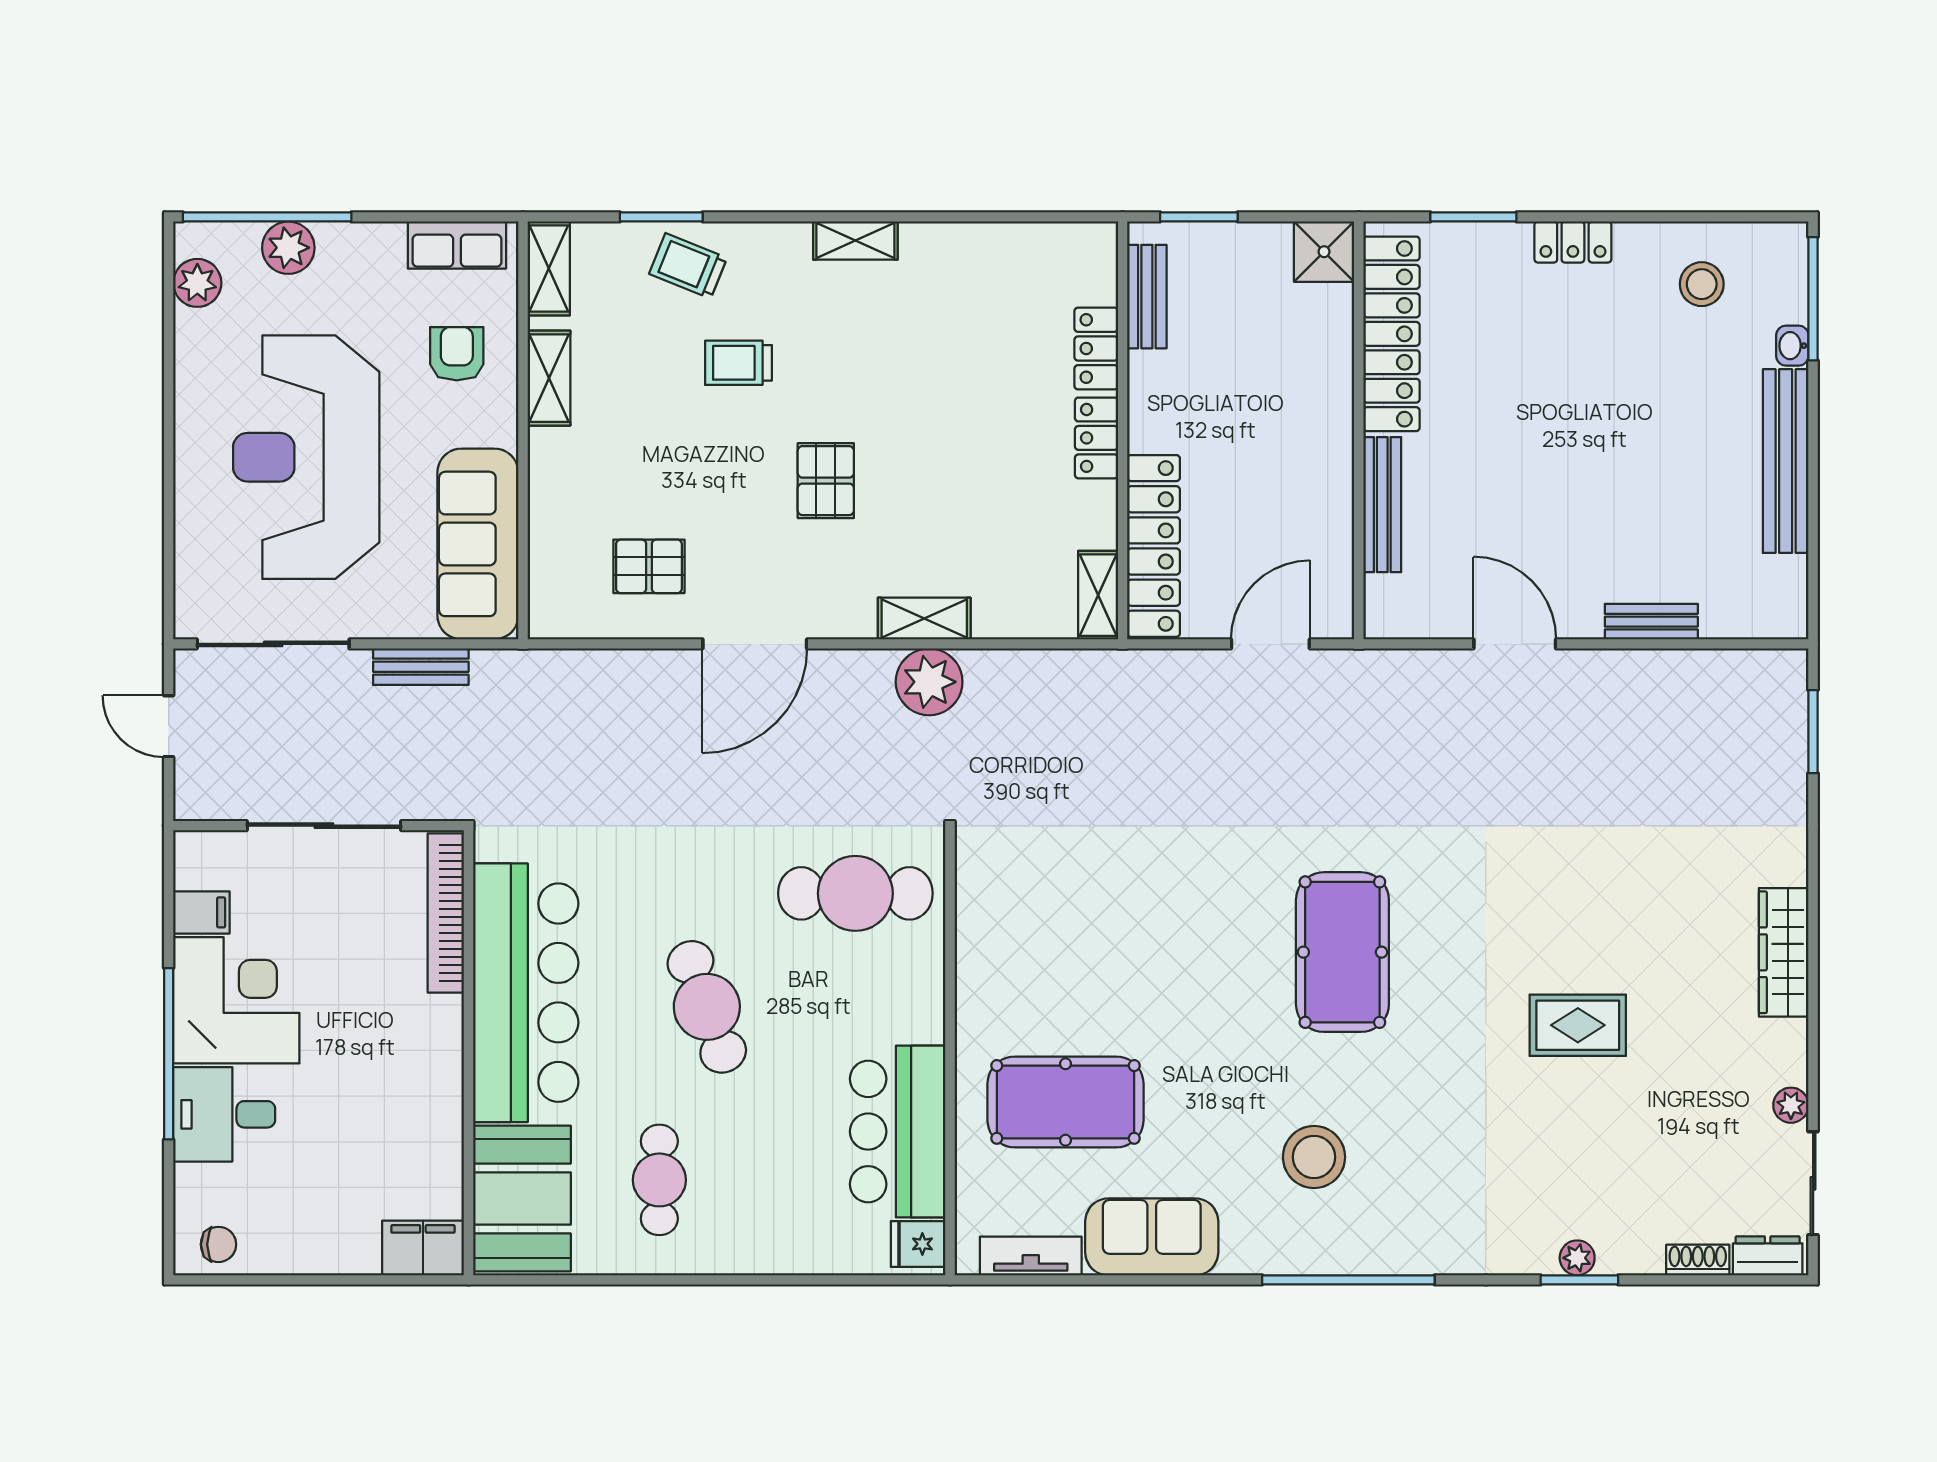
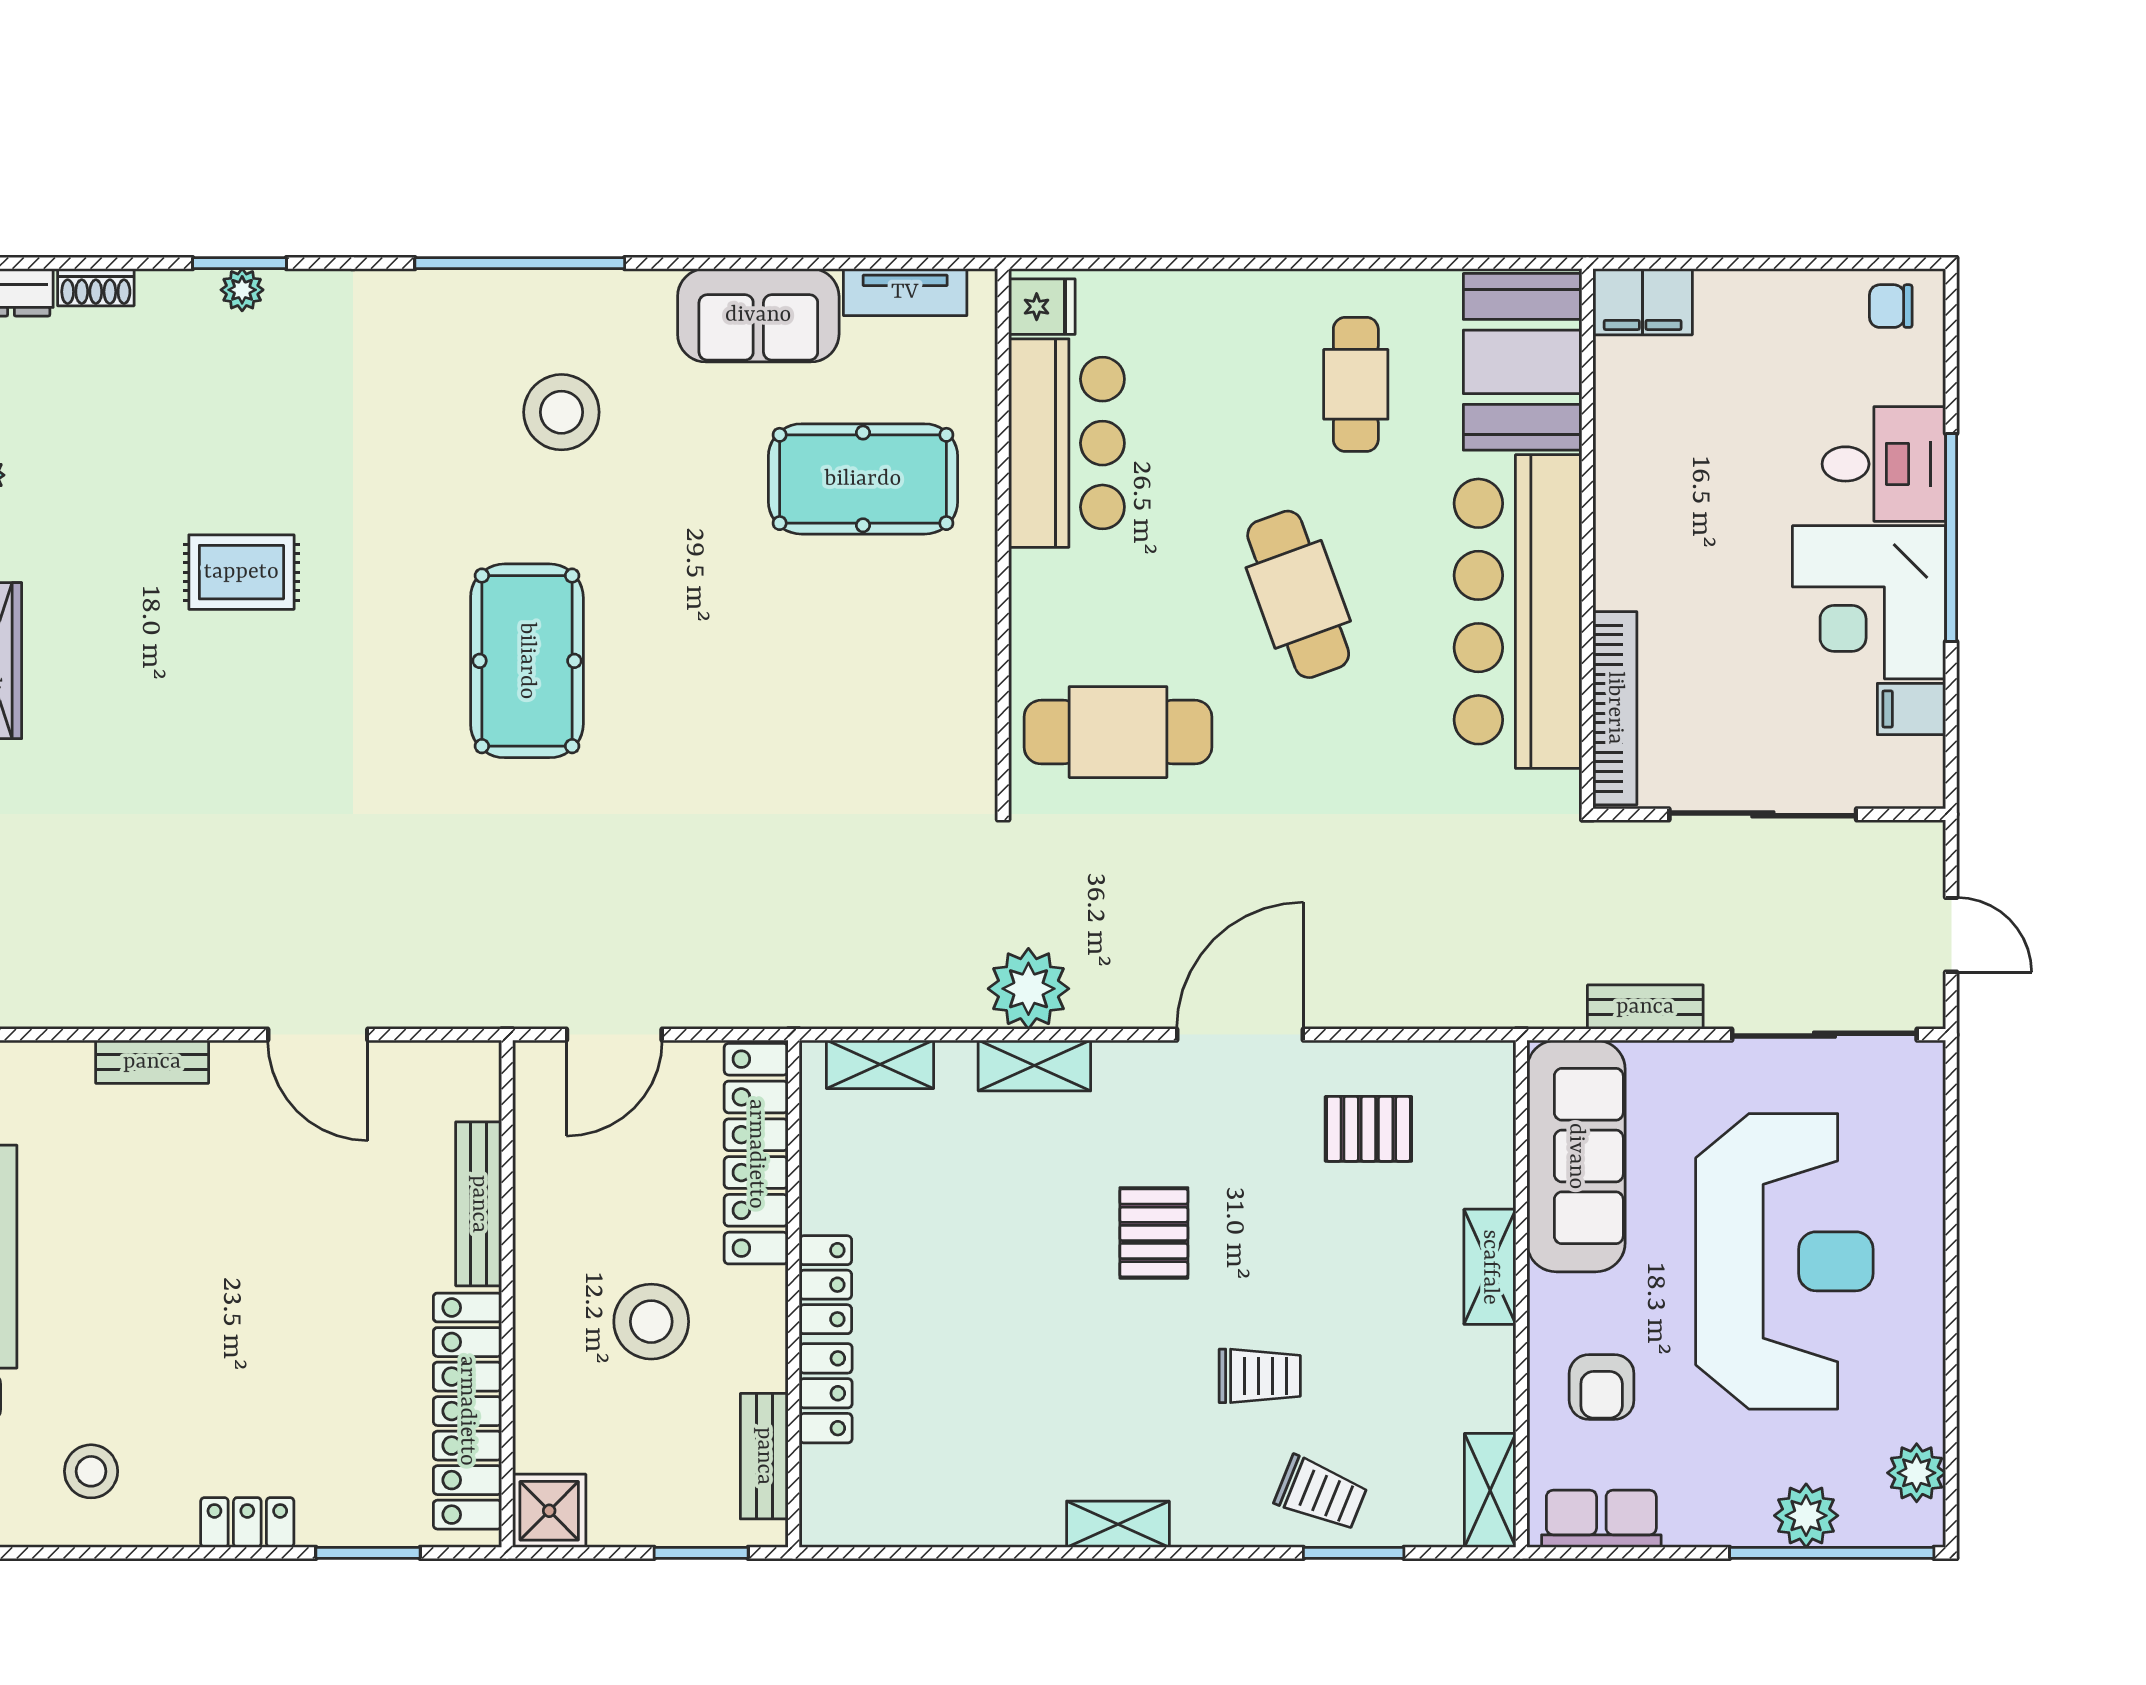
shelving: (549, 378) -> (1490, 1267), moved
stool: (1240, 408) -> (651, 1322), added
shelving: (1098, 595) -> (880, 1064), moved, turned 90

